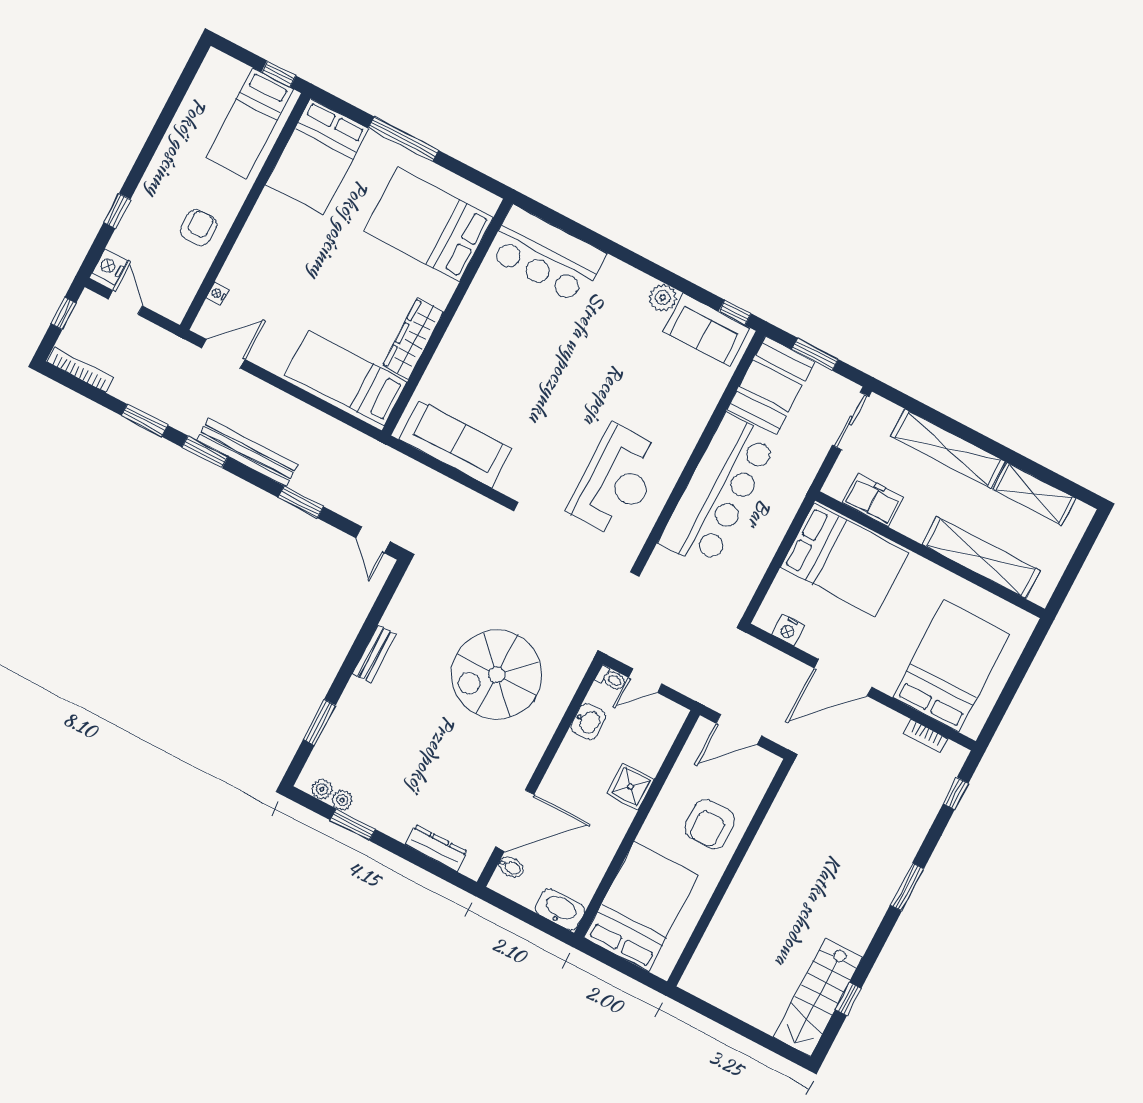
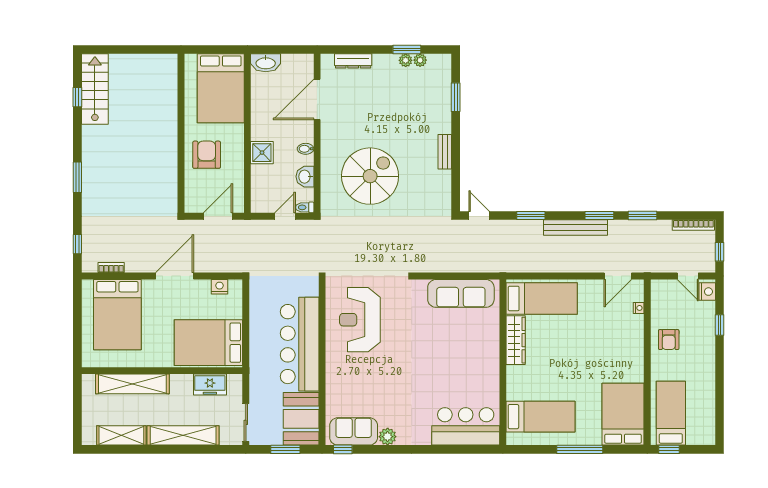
bed: (429, 224) -> (541, 417), width x0.67
plant: (322, 789) -> (406, 60), moved
bidet: (511, 867) -> (306, 149), moved

